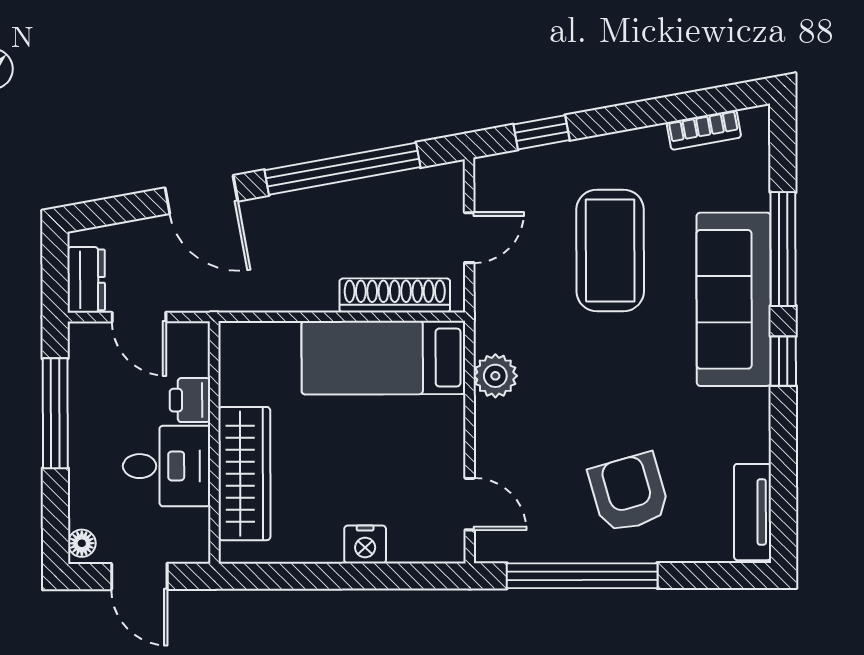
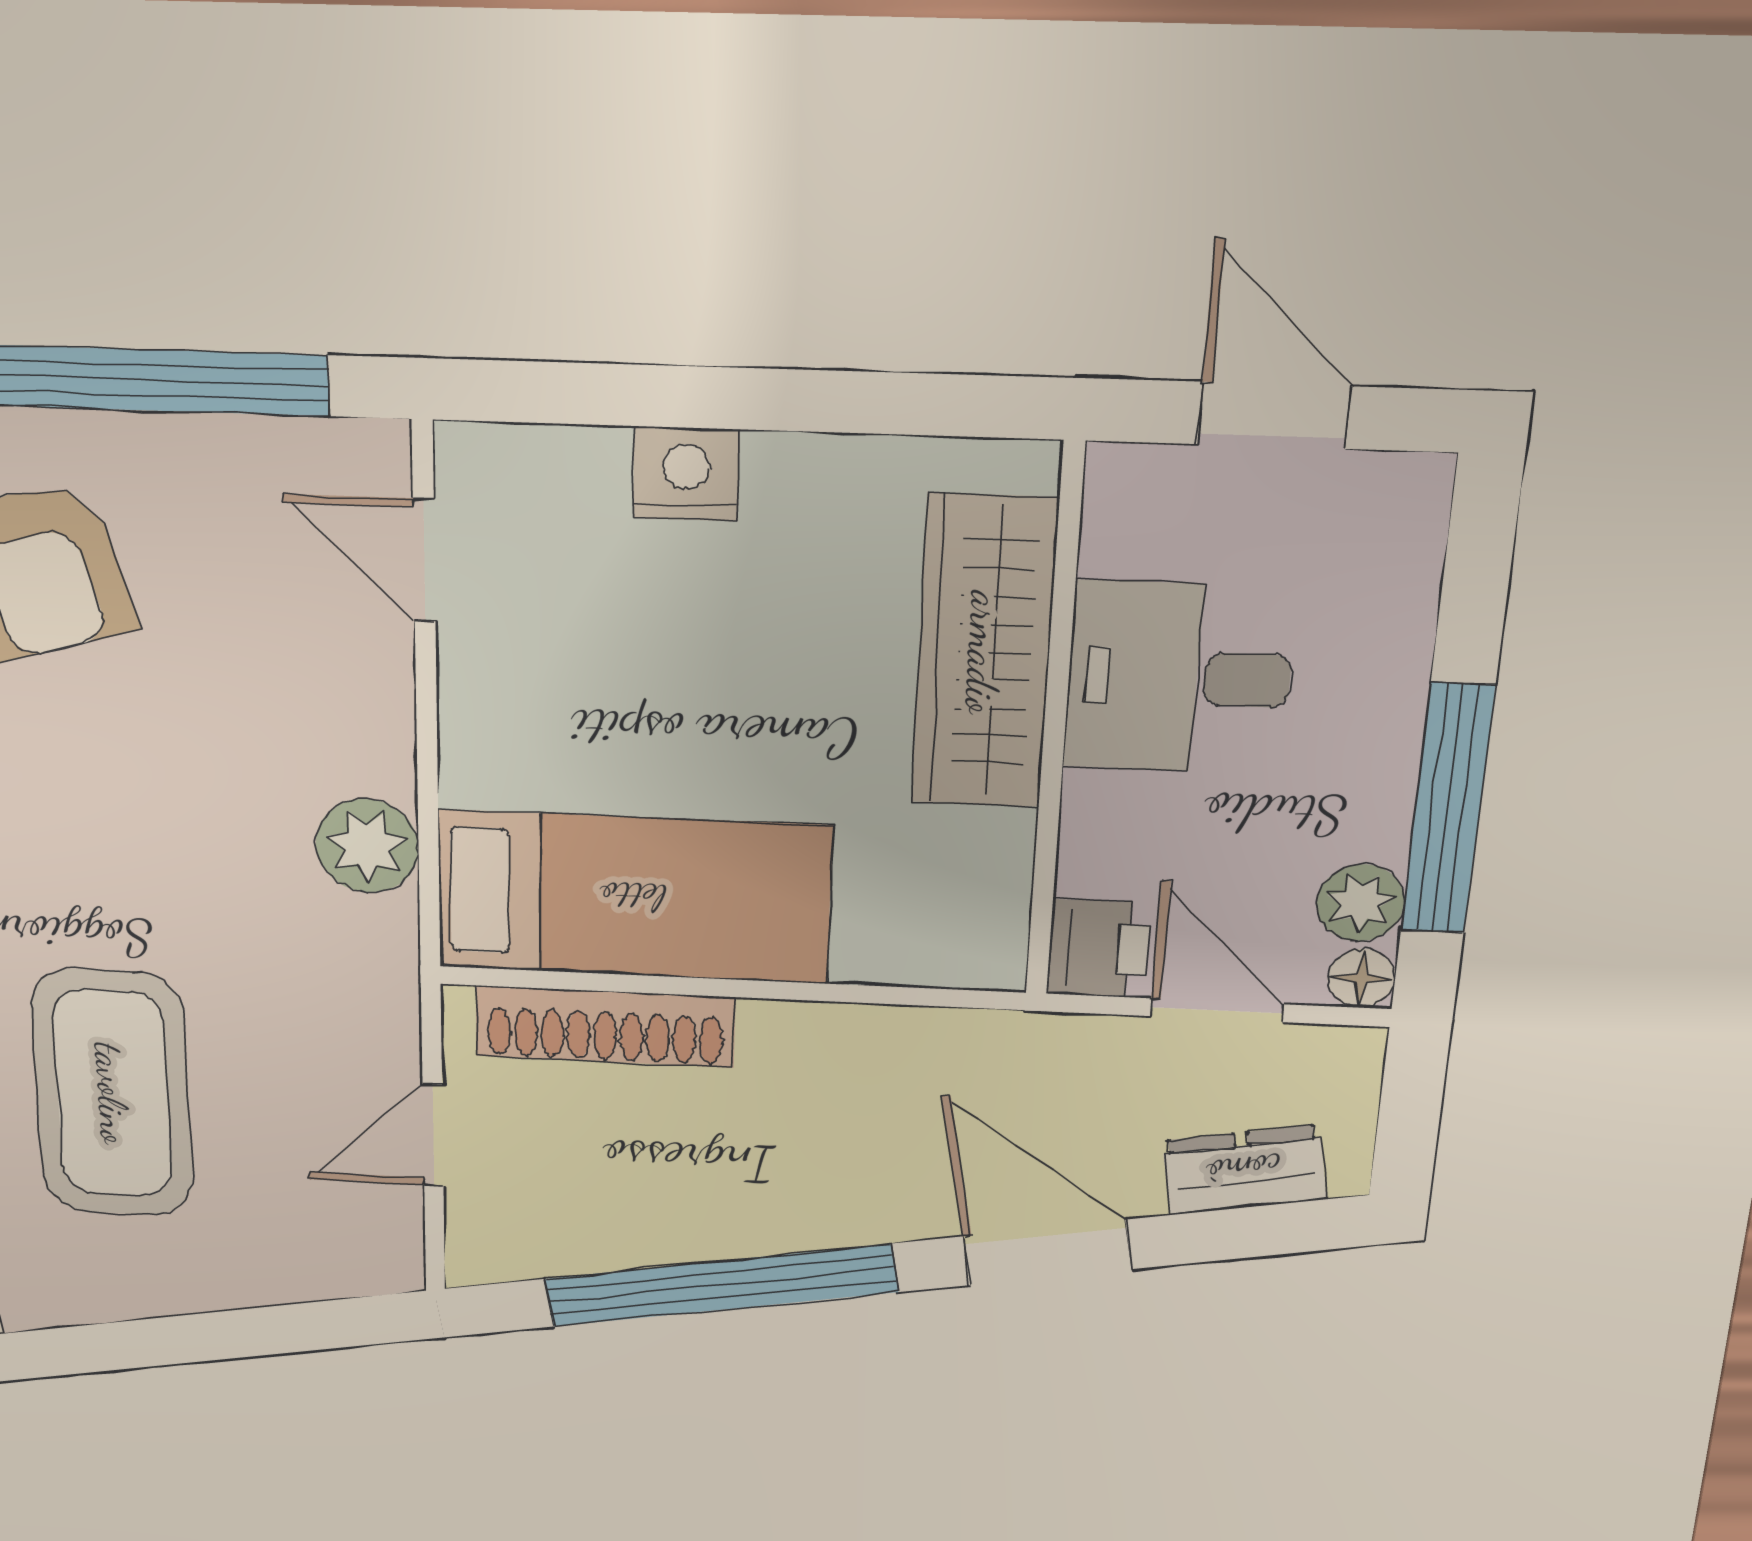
window: (542, 132) -> (276, 1330), removed
dresser: (86, 280) -> (1244, 1170), moved, turned 80
plant: (85, 370) -> (1361, 903), added
printer: (190, 400) -> (1098, 949), moved
floor lamp: (82, 543) -> (1361, 978), moved

